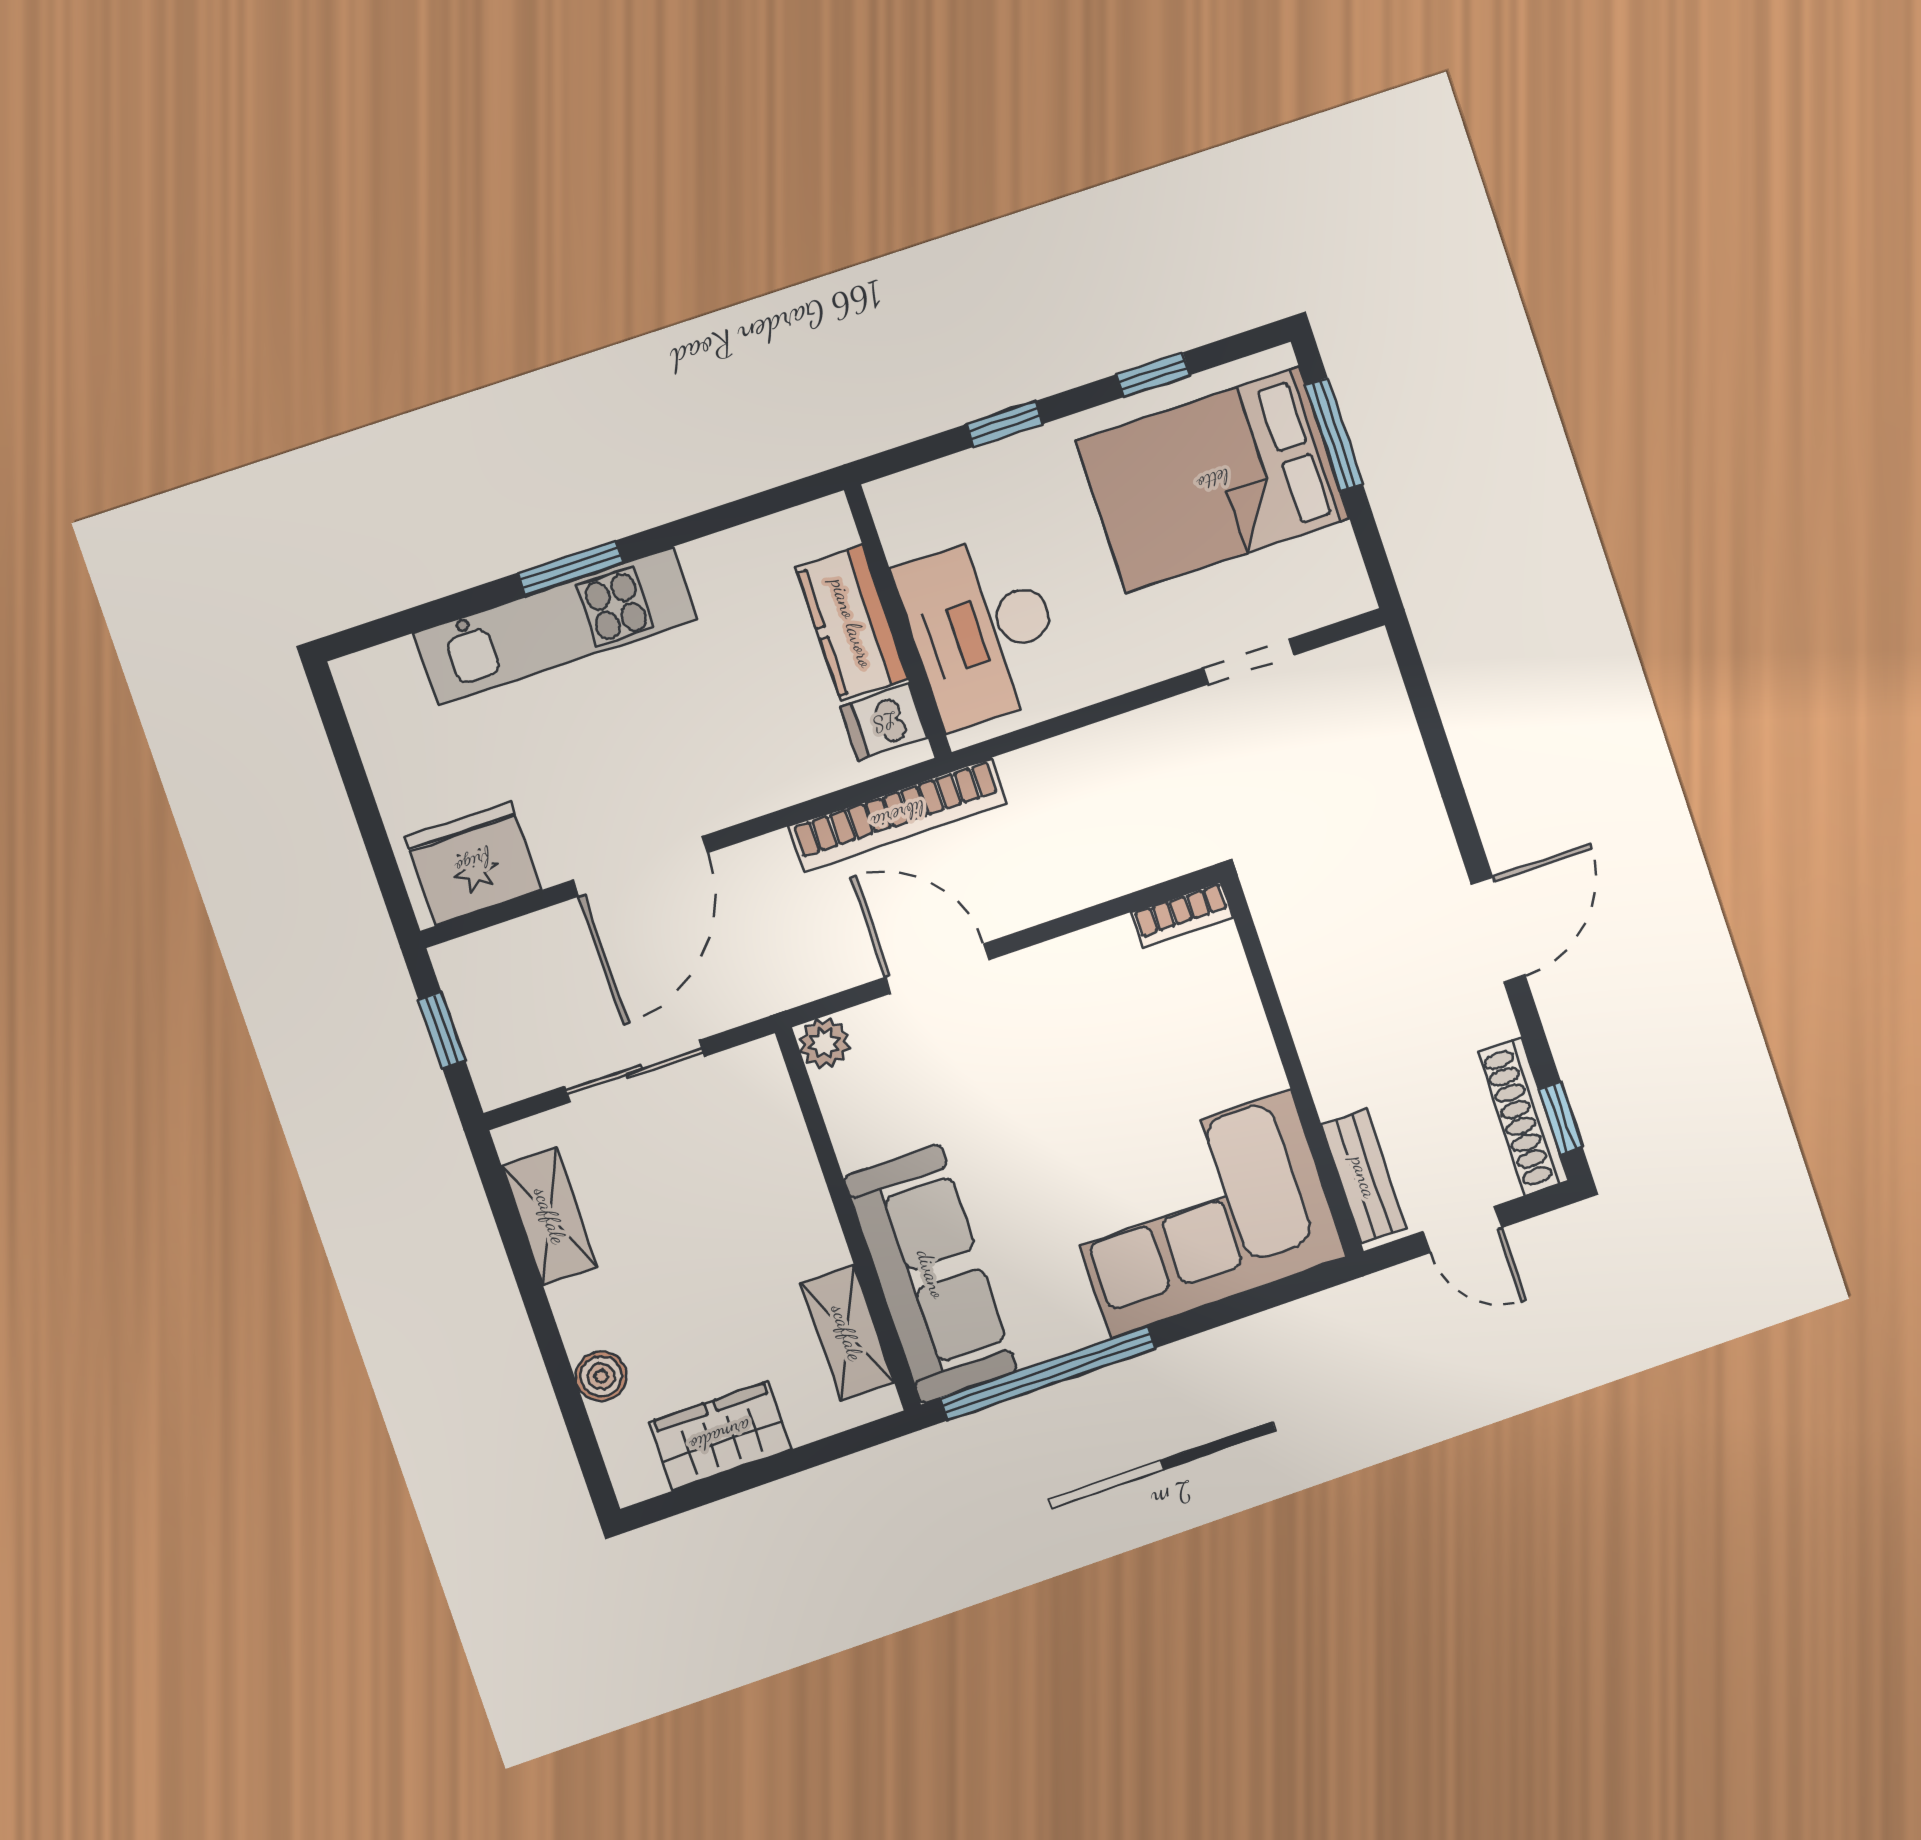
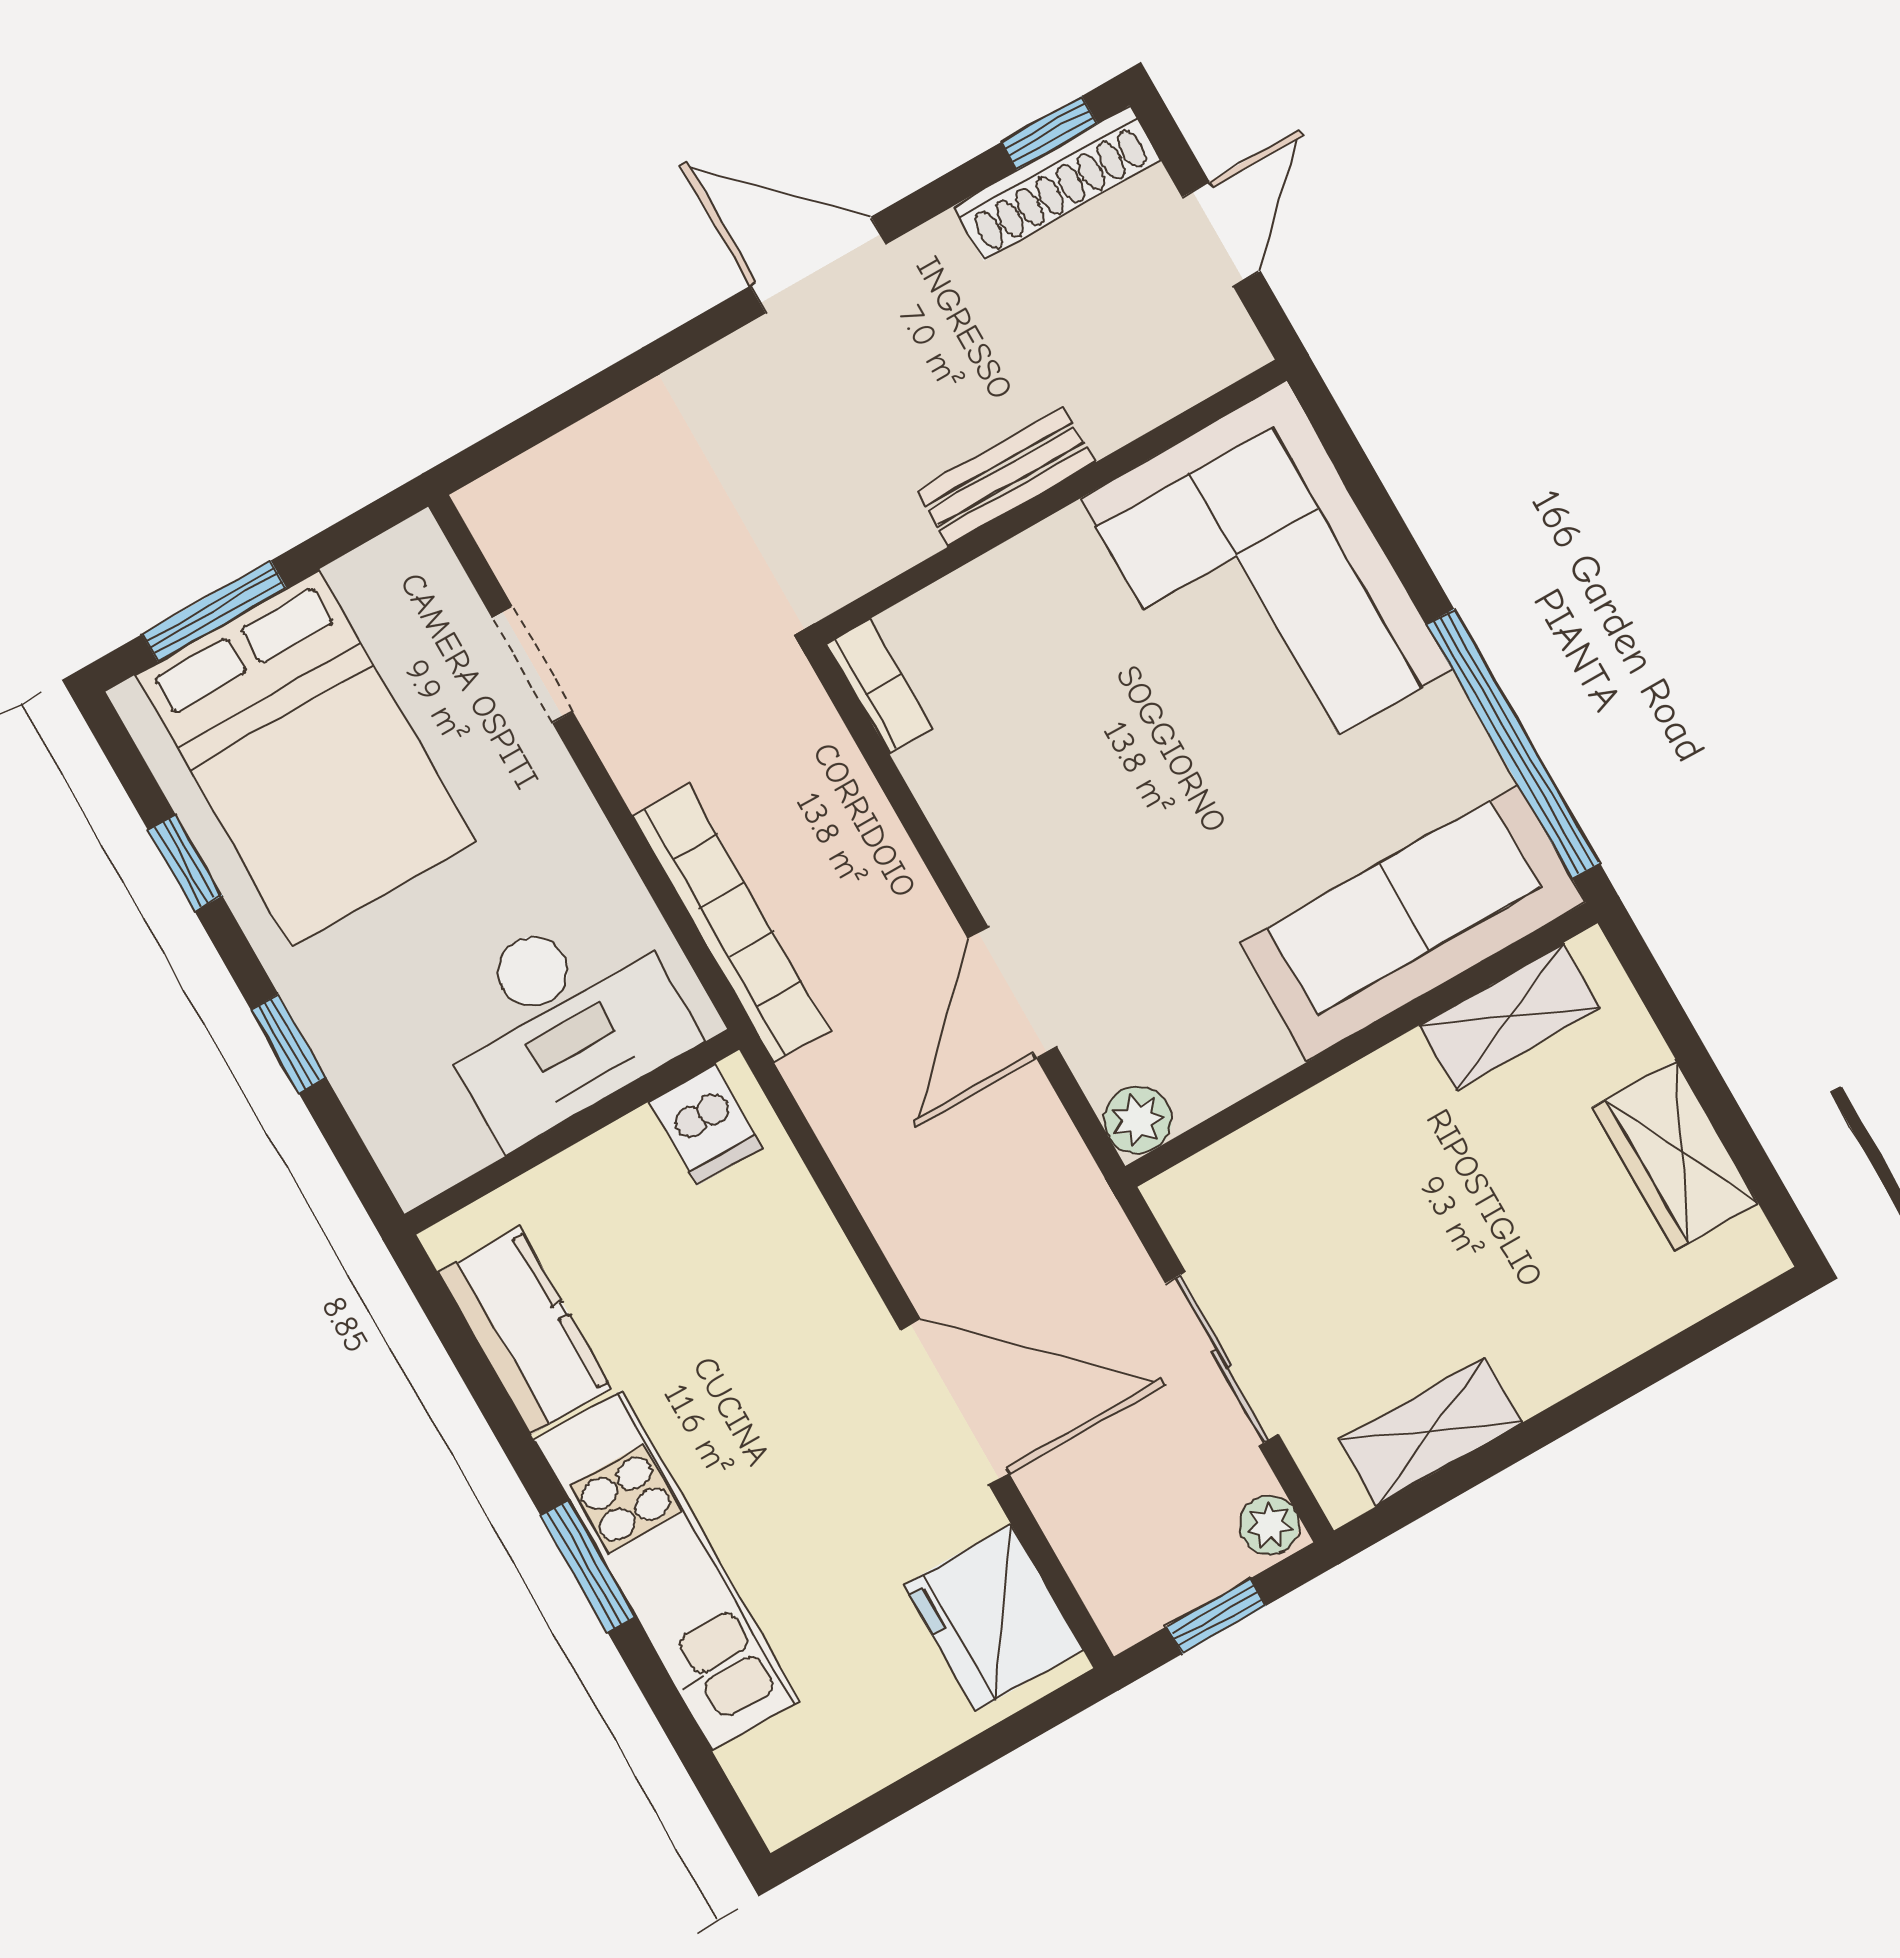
kitchen counter: (852, 623) -> (525, 1331), moved, turned -90
bookcase: (898, 815) -> (731, 923), moved
plant: (503, 1083) -> (1269, 1525), added
bench: (1364, 1177) -> (1006, 476), moved
boiler: (601, 1376) -> (1626, 1325), removed

